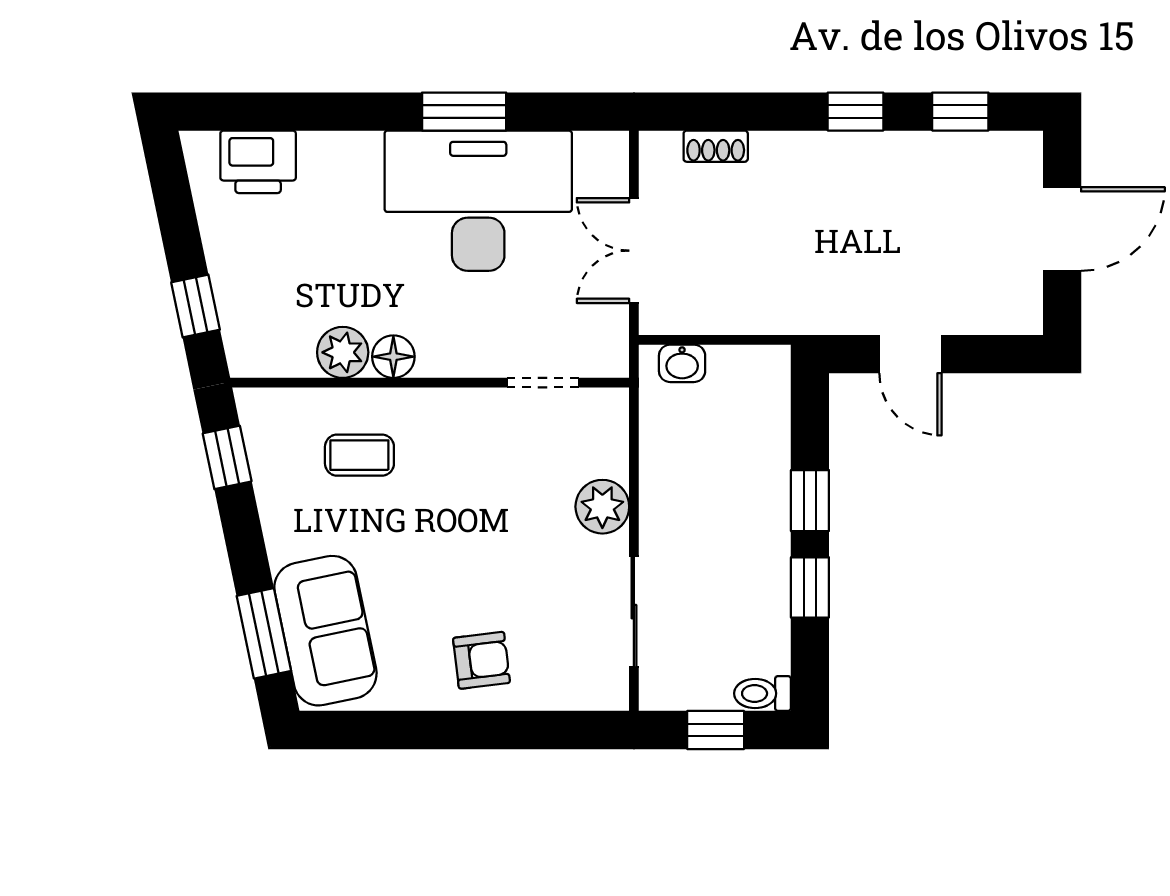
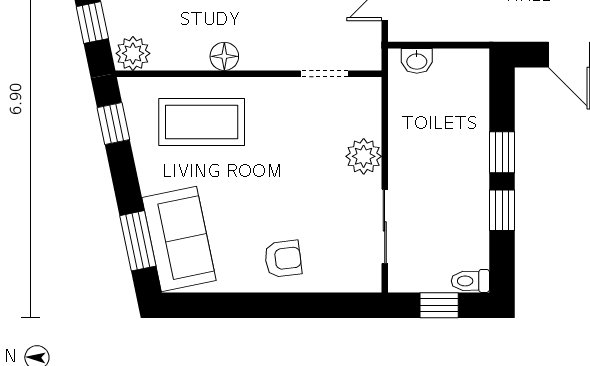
plant: (343, 352) -> (133, 53), moved
coffee table: (359, 455) -> (202, 122), width x1.86, depth x1.72

